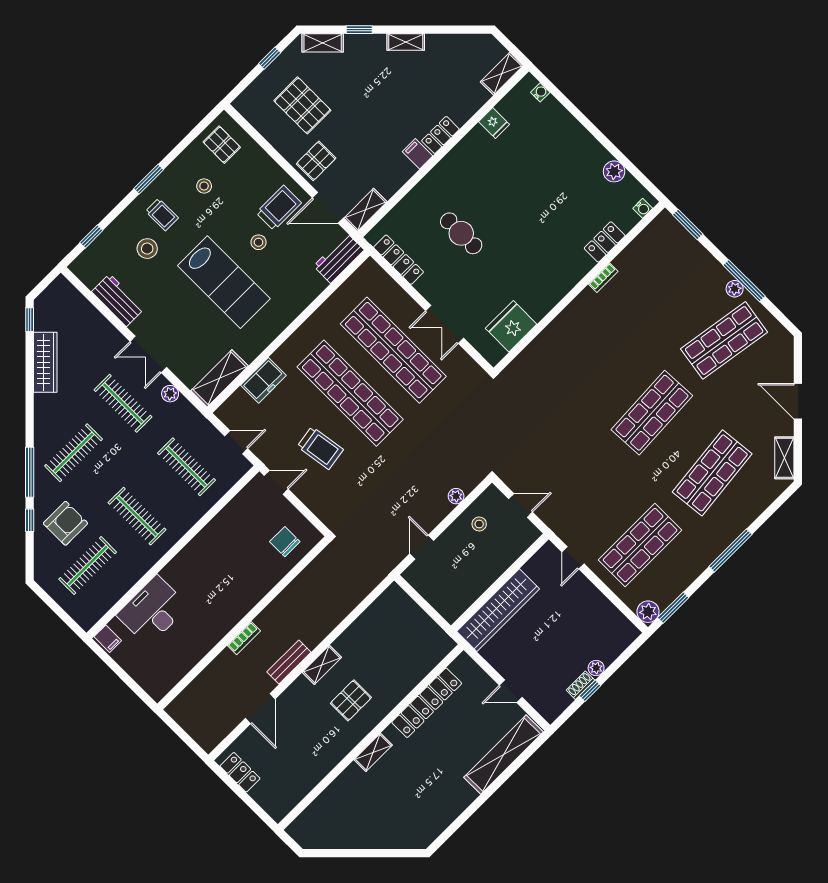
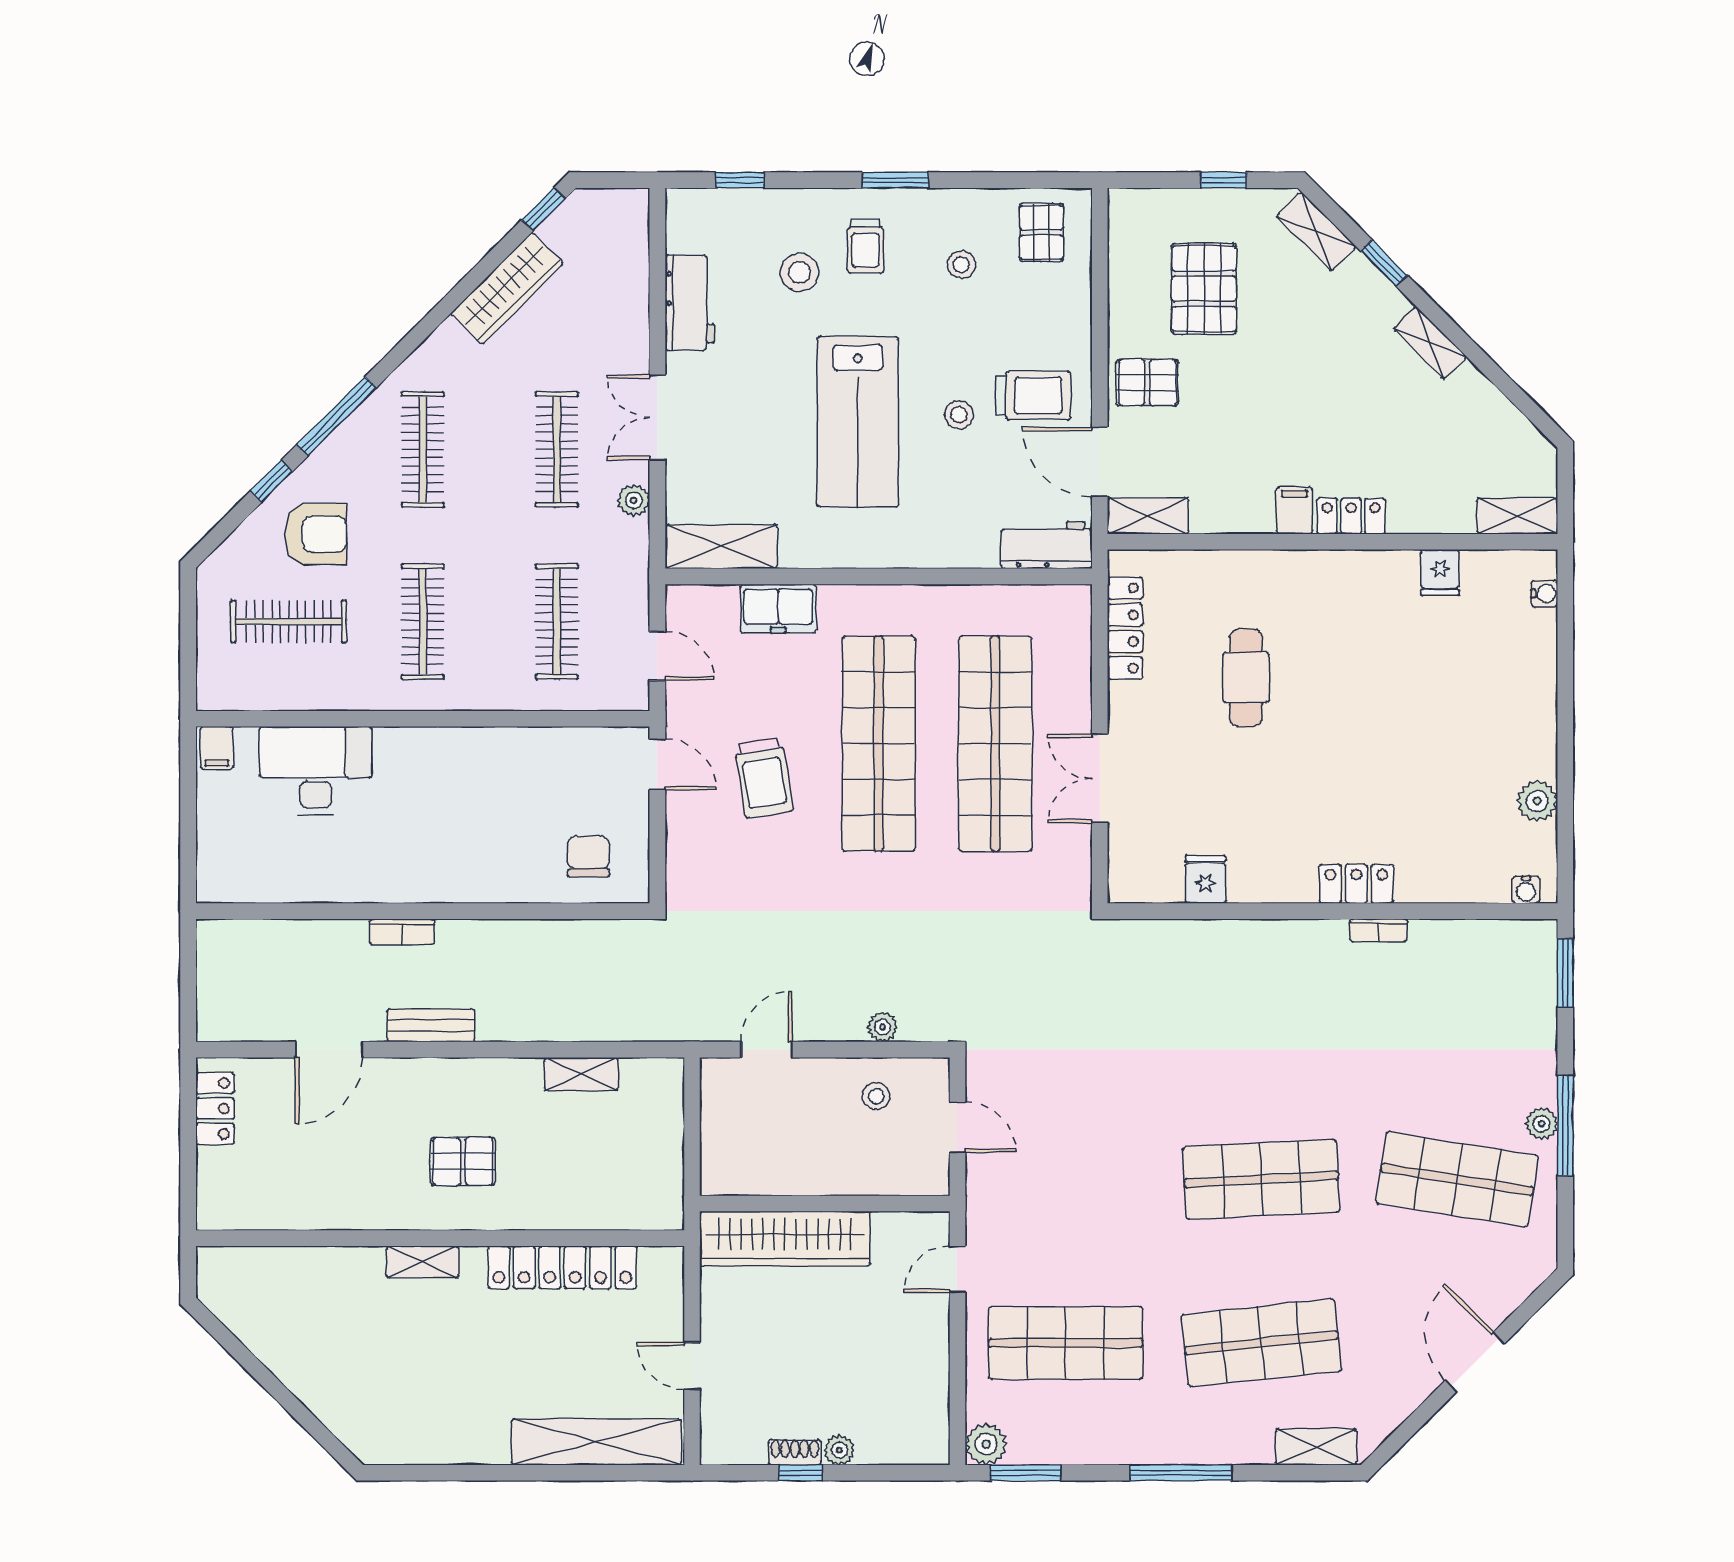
locker: (605, 242) -> (1356, 884), moved
fridge: (511, 326) -> (1206, 879), width x0.53, depth x0.75
clothes rail: (74, 453) -> (423, 449), turned 90
shelving: (784, 458) -> (1316, 1447), moved, turned 45
shelving: (322, 665) -> (581, 1074), moved

